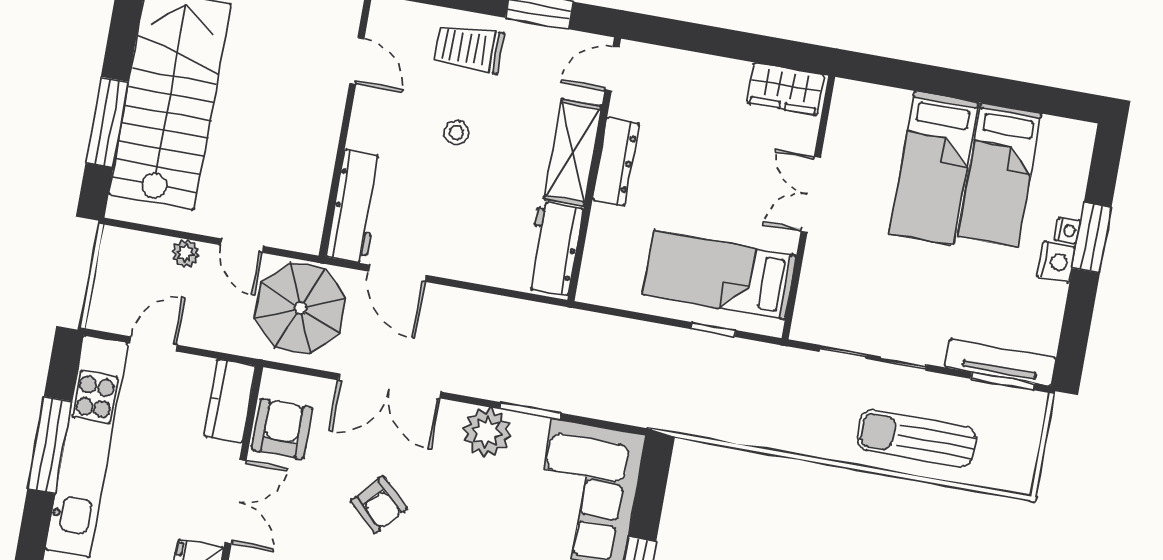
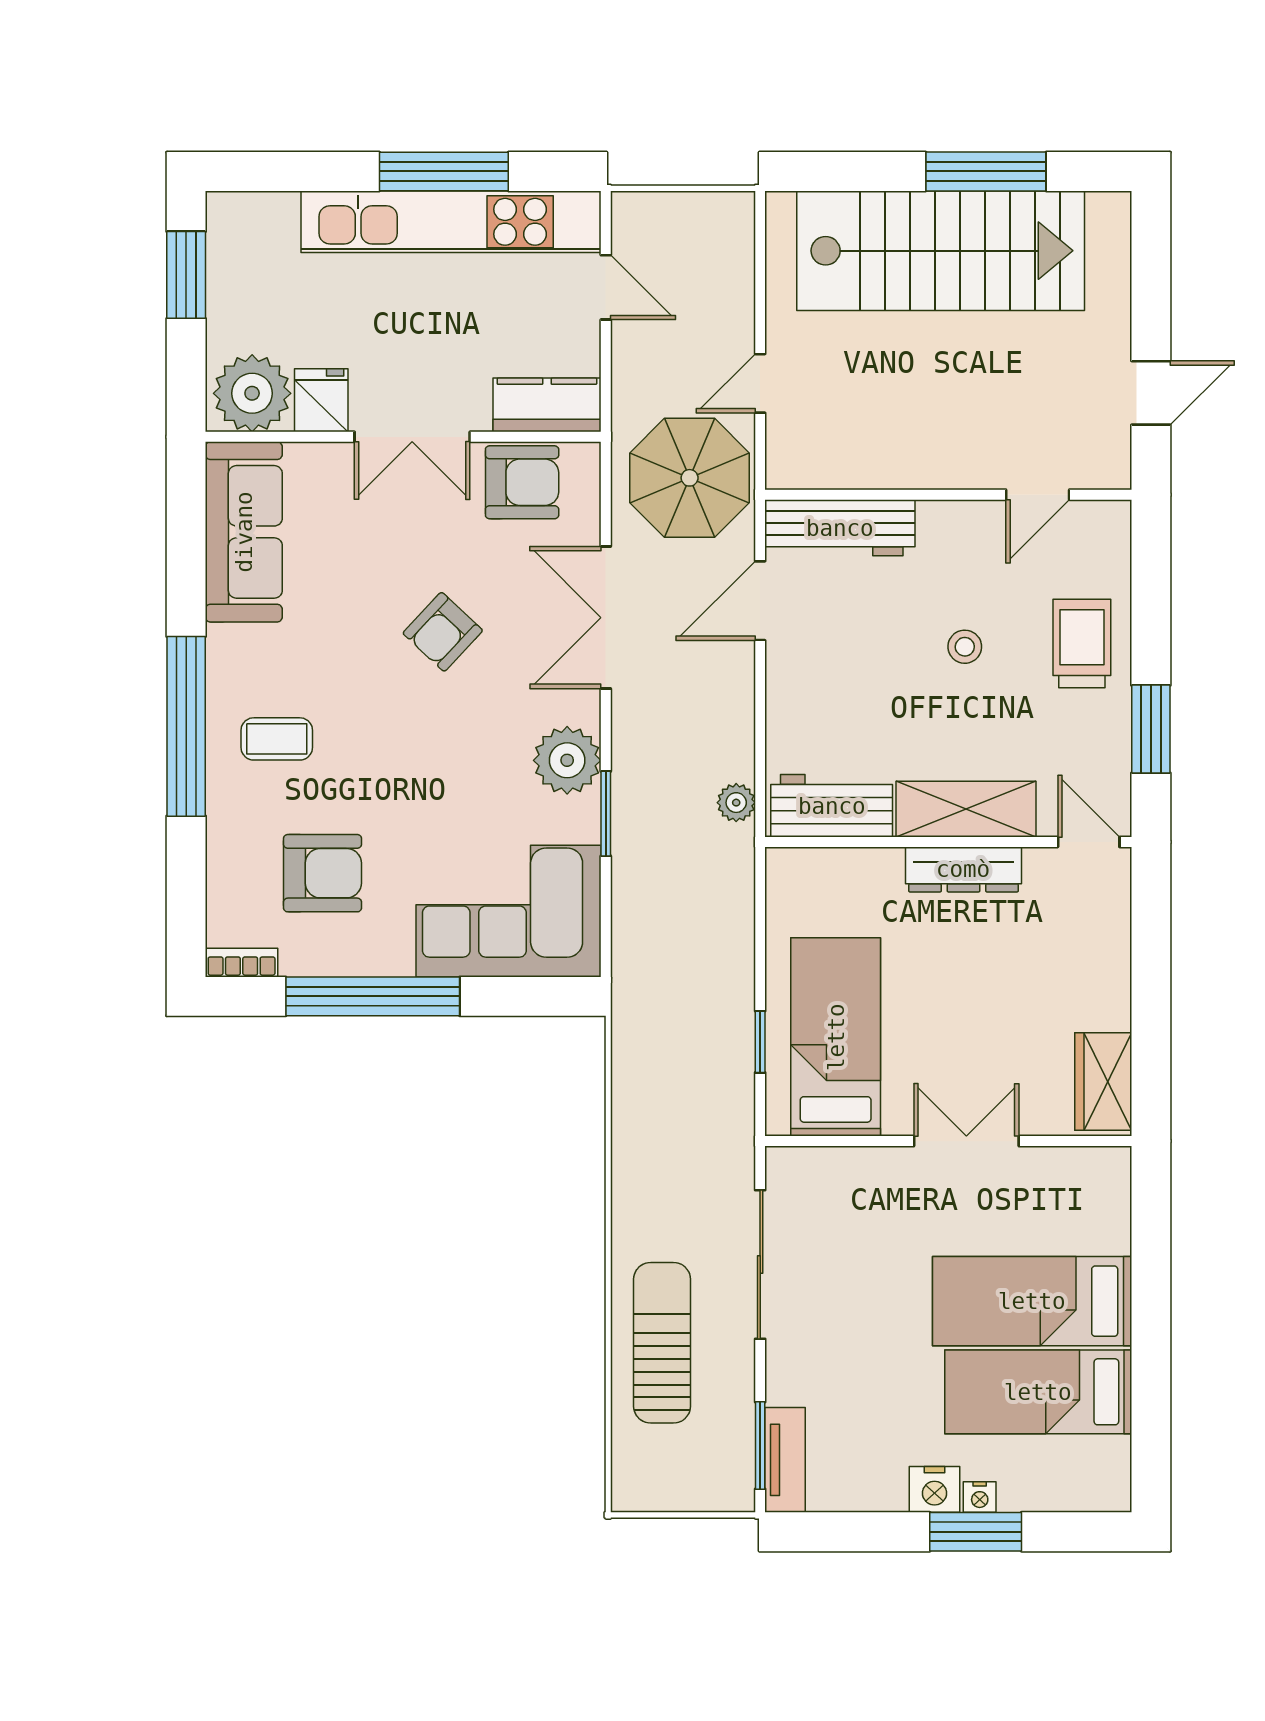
window: (107, 122) -> (986, 171), moved
plant: (186, 253) -> (736, 803), moved
tv unit: (1001, 362) -> (785, 1460), width x0.71

